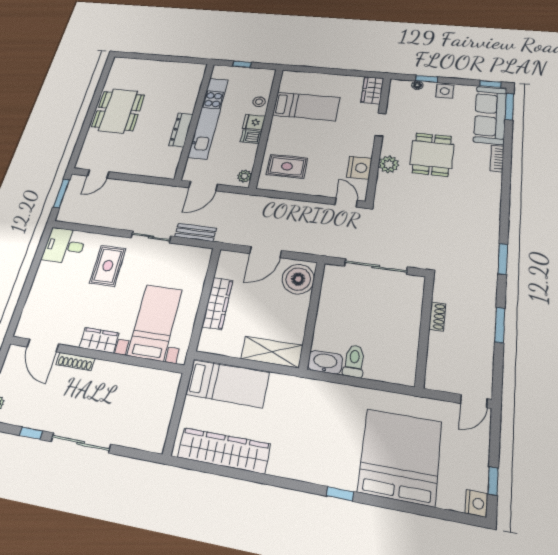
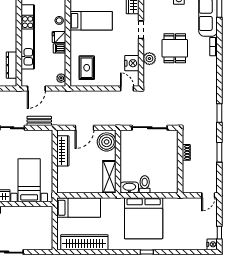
dresser: (181, 130) -> (11, 65), moved
rug: (287, 166) -> (87, 68), turned 90
wardrobe: (217, 303) -> (63, 151), moved
shelving: (272, 352) -> (109, 177), moved, turned 90
bed: (400, 457) -> (144, 218), moved, turned 180

